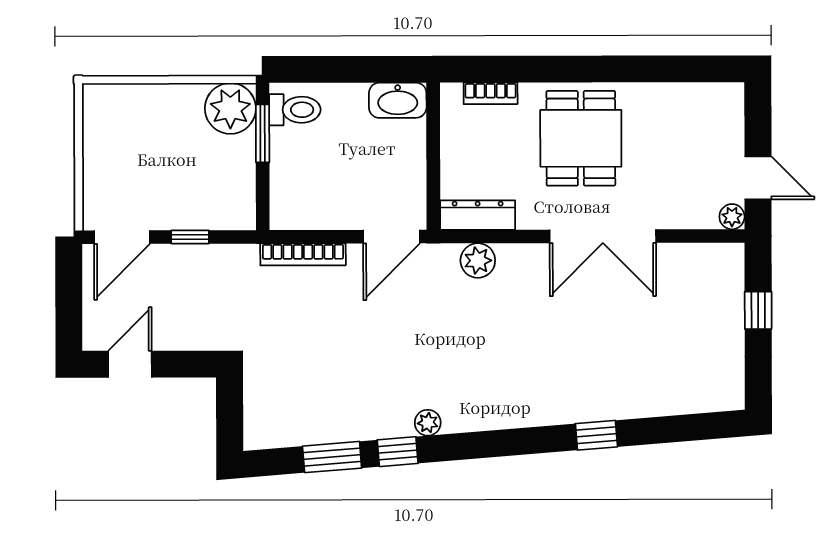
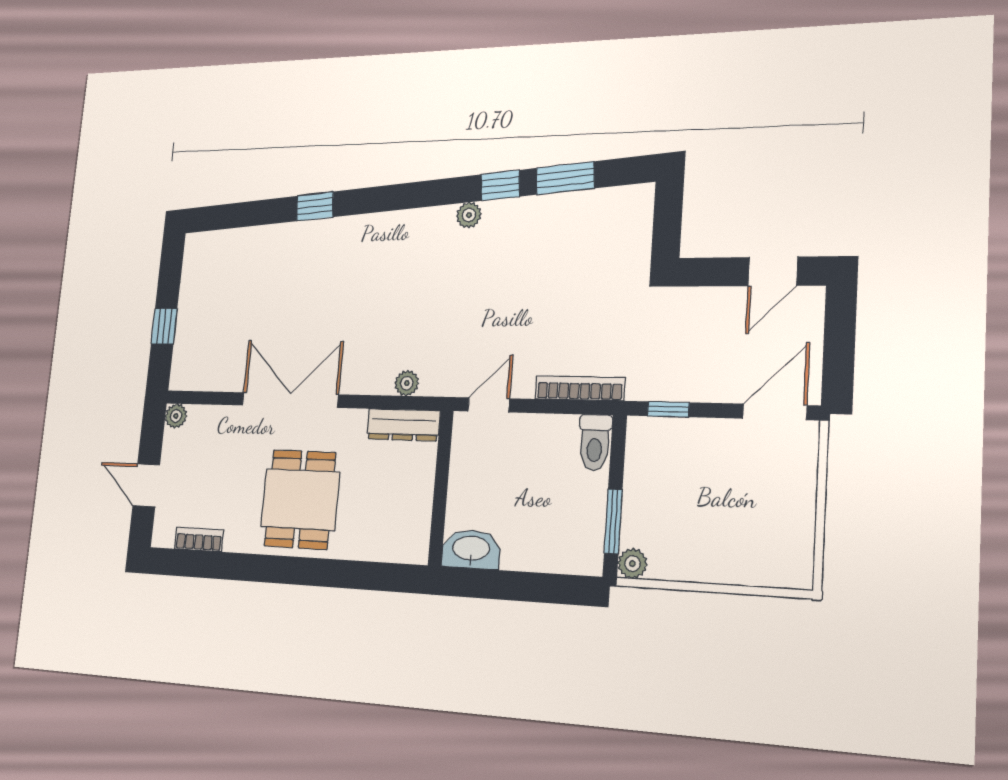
bookcase: (491, 93) -> (199, 539), moved
plant: (230, 108) -> (632, 564), width x0.53, depth x0.53
toilet: (295, 110) -> (595, 442), moved, turned -90
door: (758, 178) -> (146, 485), moved
window: (190, 237) -> (668, 409), moved
door: (392, 237) -> (489, 405), width x0.73
plant: (478, 260) -> (407, 383), width x0.73, depth x0.73

